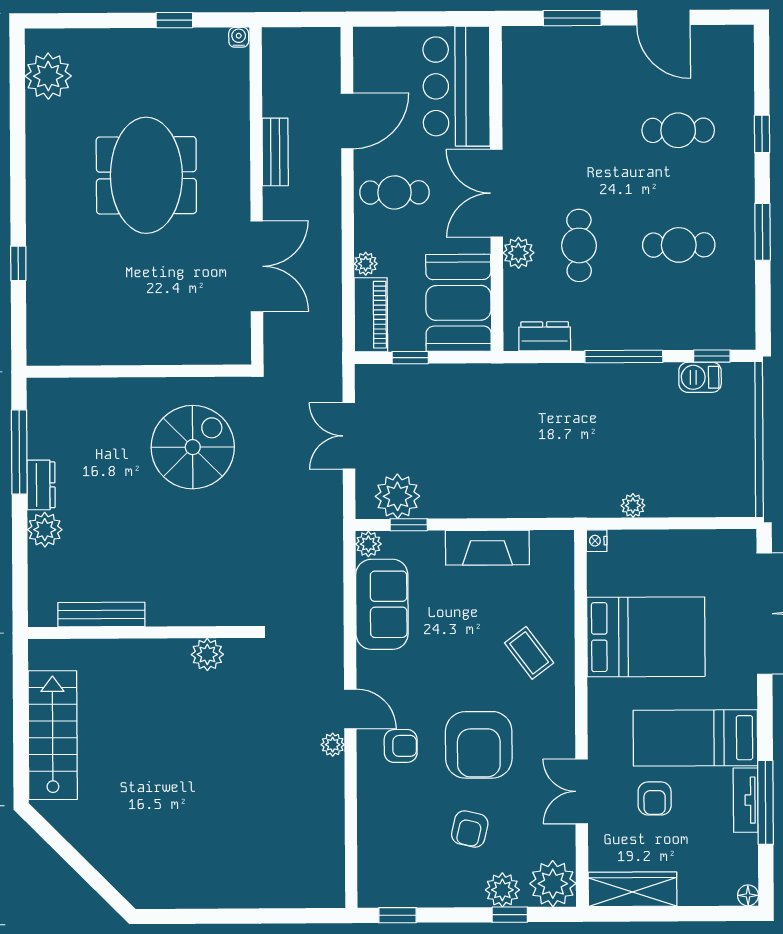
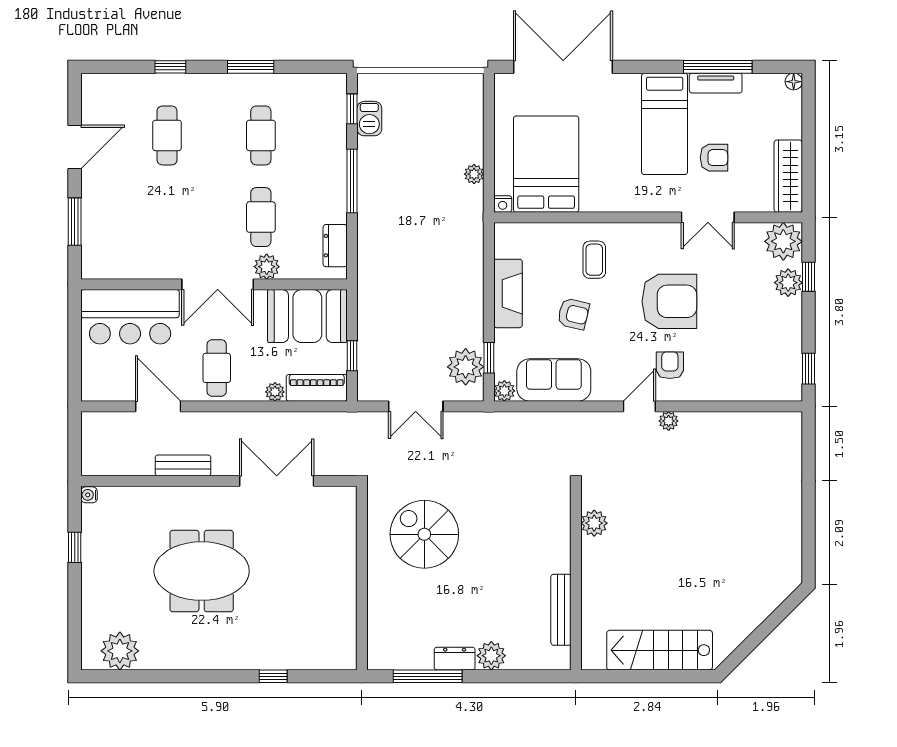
cafe table: (579, 245) -> (261, 217), turned 90
bed: (646, 637) -> (546, 164), moved
coffee table: (529, 653) -> (594, 260), turned -53
armchair: (470, 829) -> (573, 314), moved

